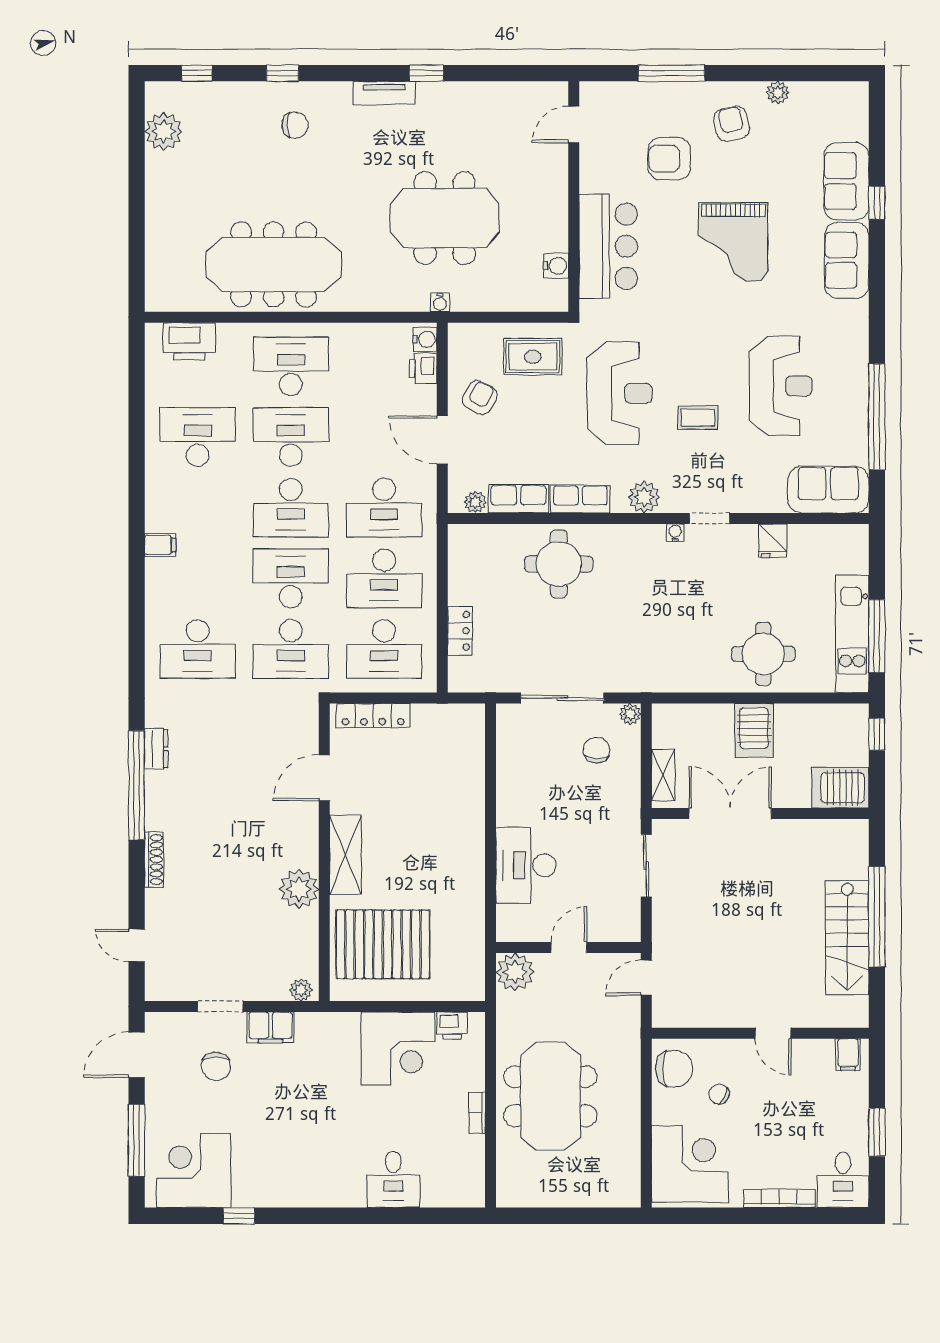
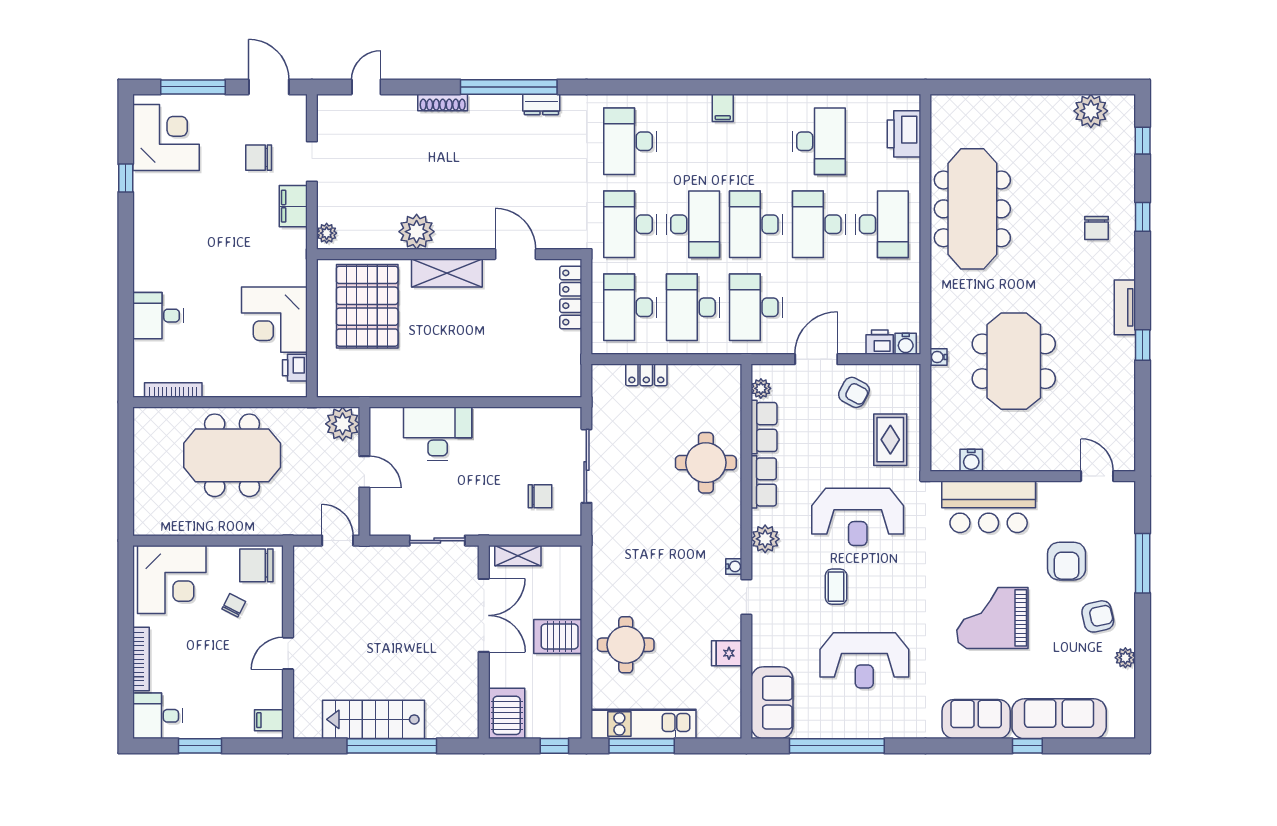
armchair: (669, 159) -> (1067, 561), turned 180
sofa: (846, 181) -> (1059, 719), width x1.36
desk: (291, 437) -> (819, 224), turned 180
plant: (630, 714) -> (572, 526), removed
chair: (674, 1069) -> (256, 565), turned 90
bookcase: (477, 1113) -> (173, 390), moved, width x1.56

